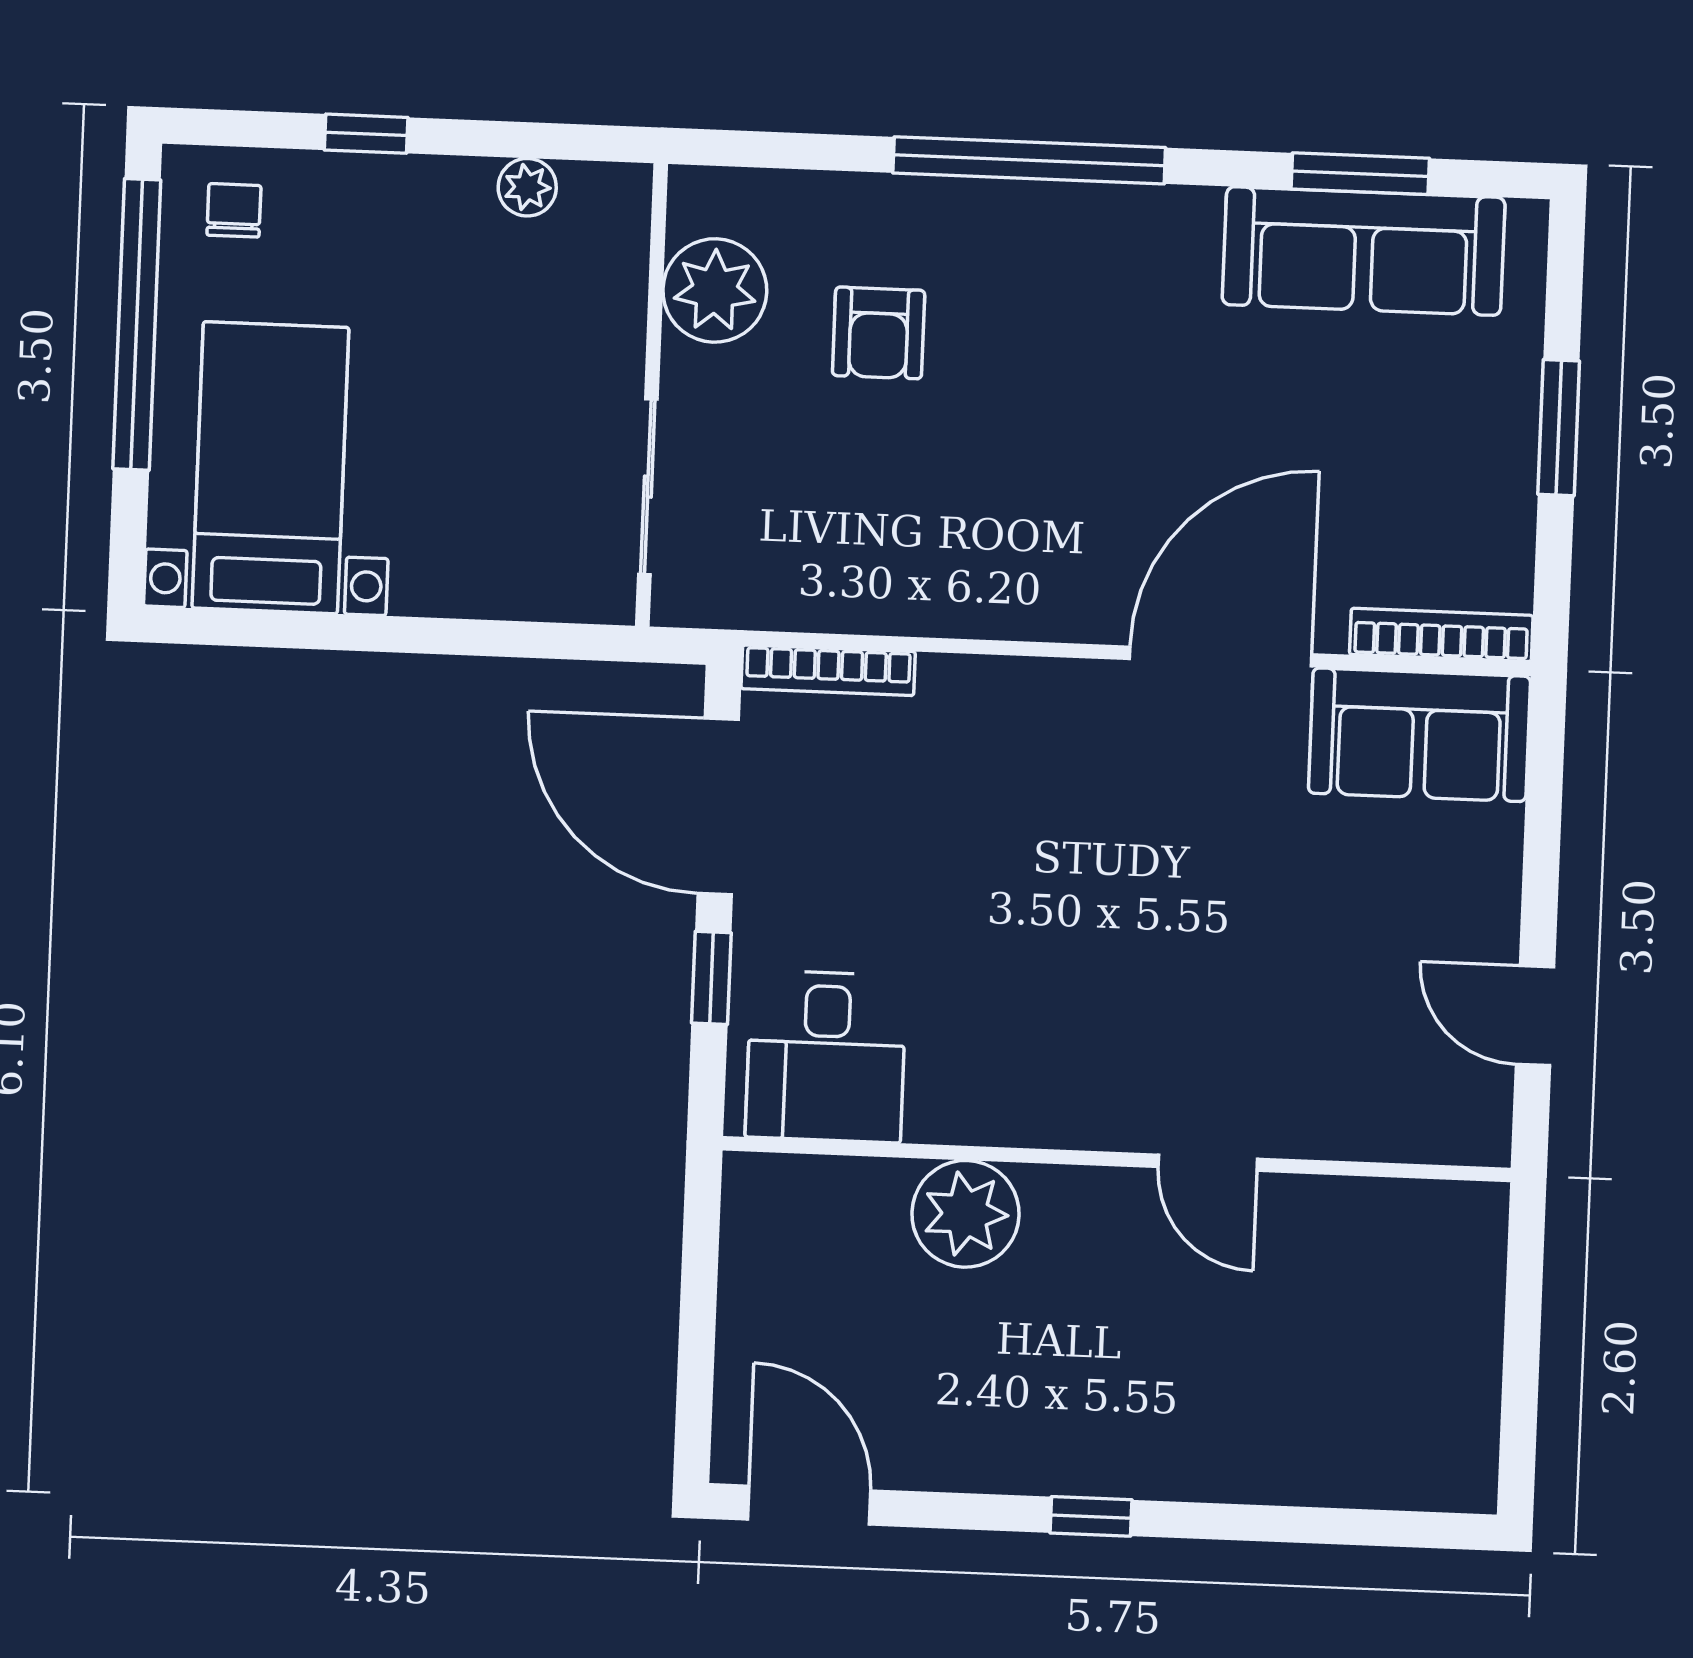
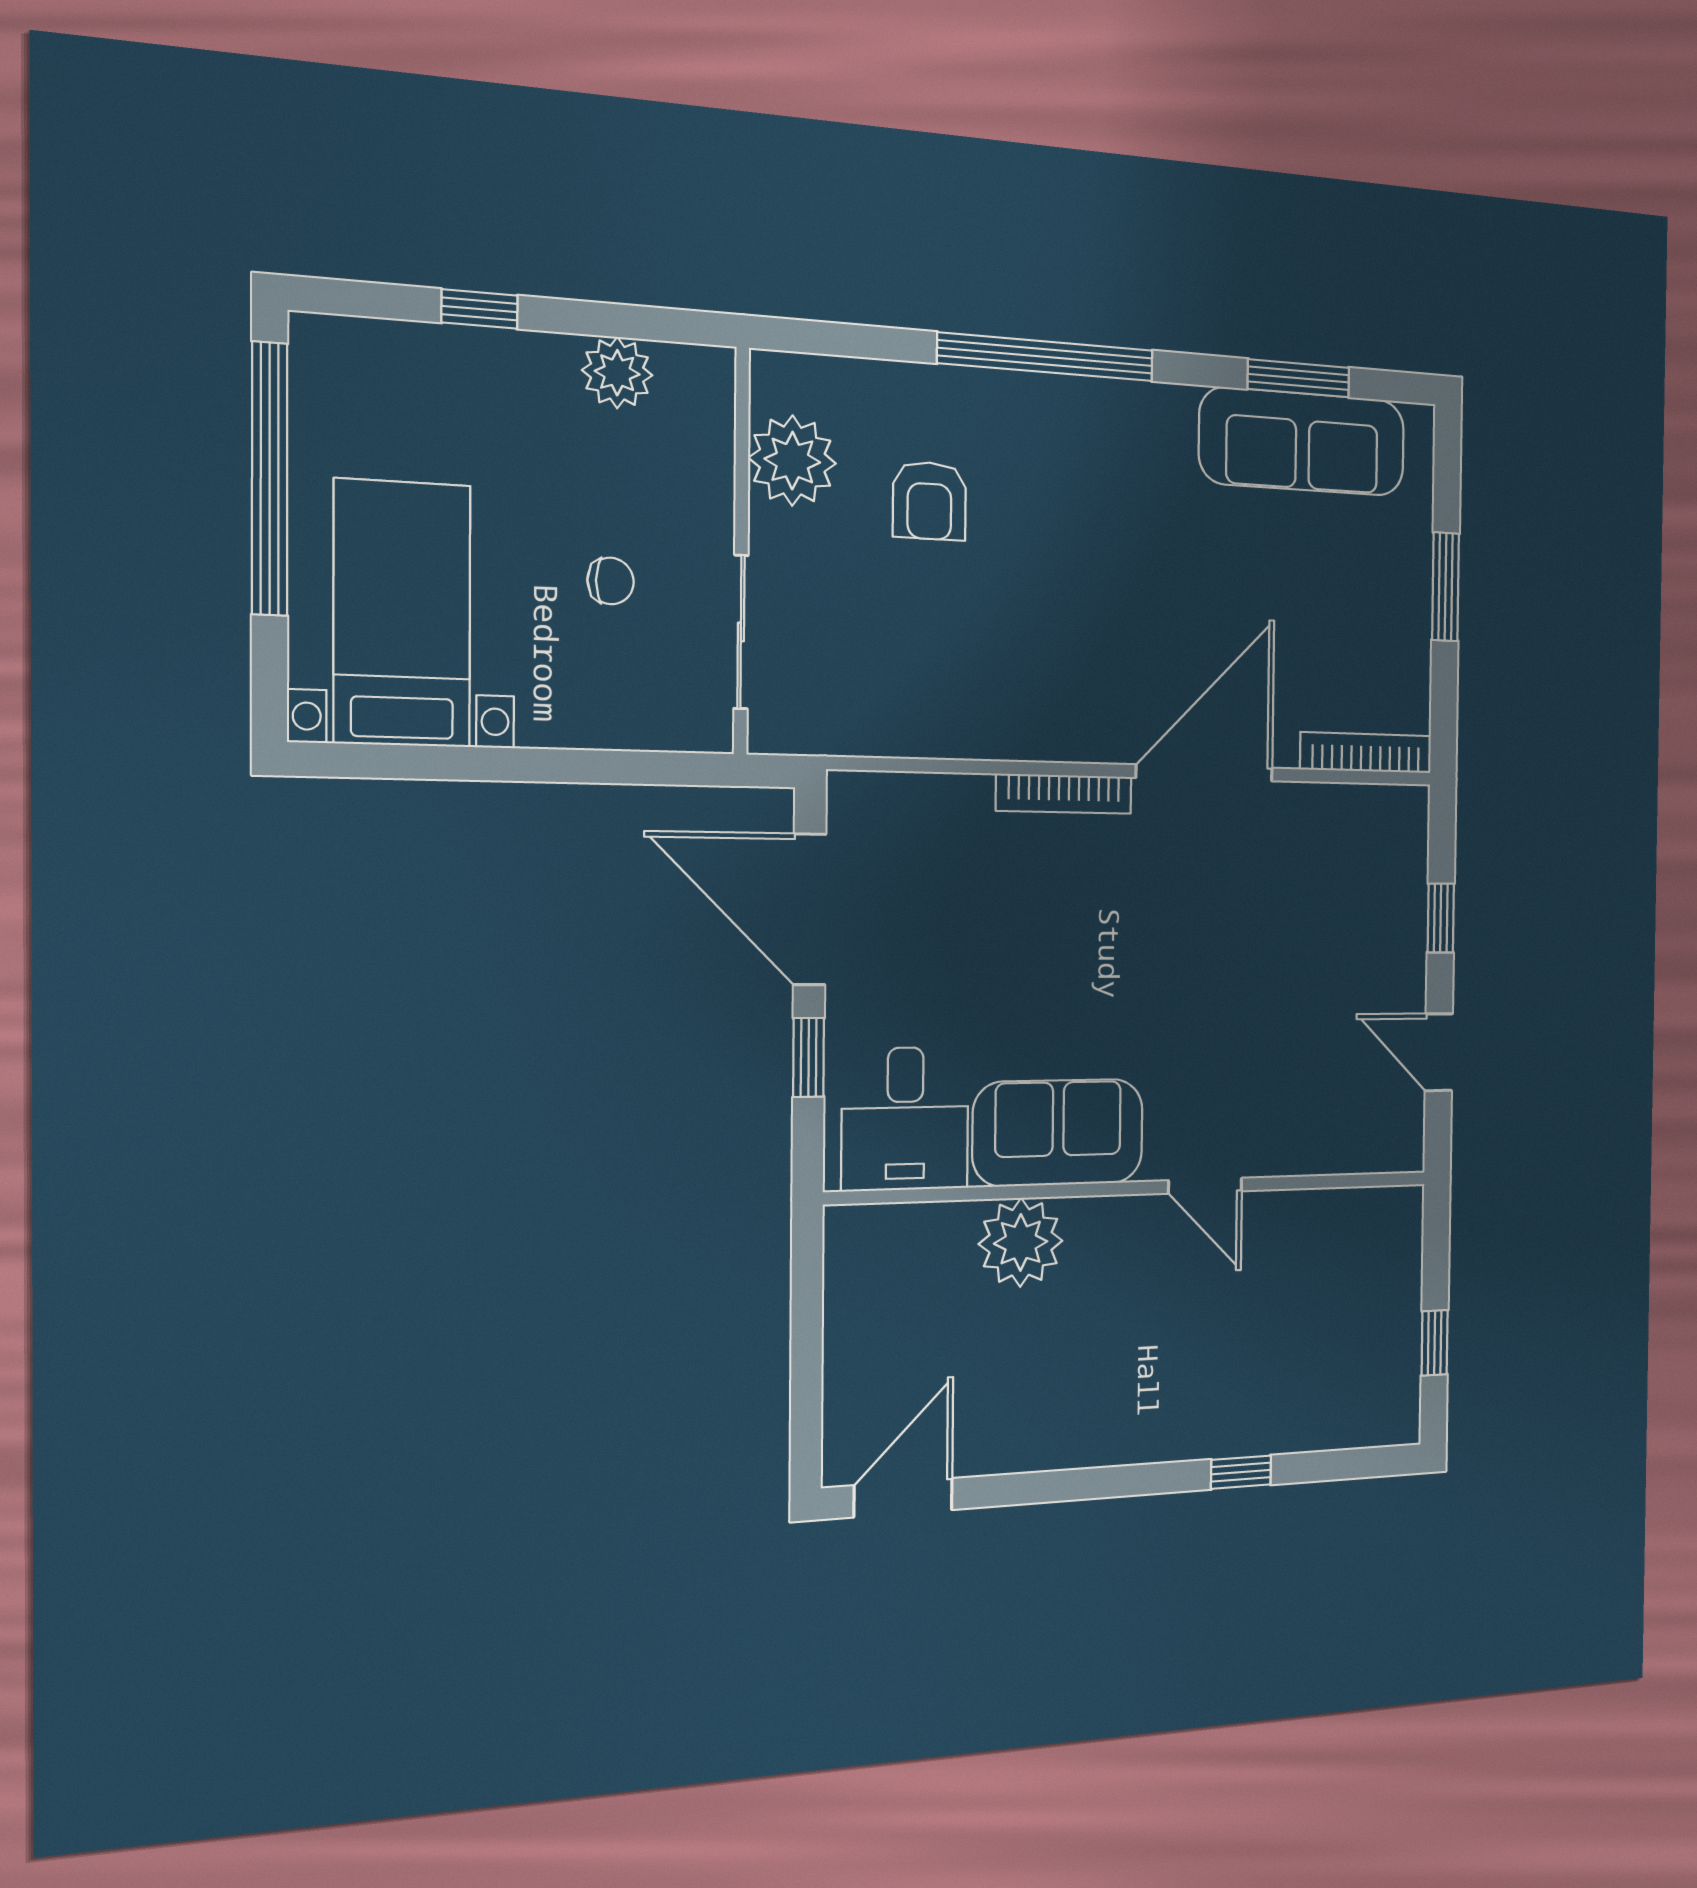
plant: (527, 187) -> (617, 373), width x1.38, depth x1.38
chair: (234, 210) -> (611, 581), moved, turned 90
bookcase: (828, 670) -> (1064, 794), moved
sofa: (1419, 735) -> (1058, 1133), moved, turned 180
window: (1542, 845) -> (1441, 918), added
window: (1520, 1386) -> (1435, 1343), added
door: (809, 1505) -> (903, 1498), hinge flipped
window: (1091, 1516) -> (1241, 1472), moved

